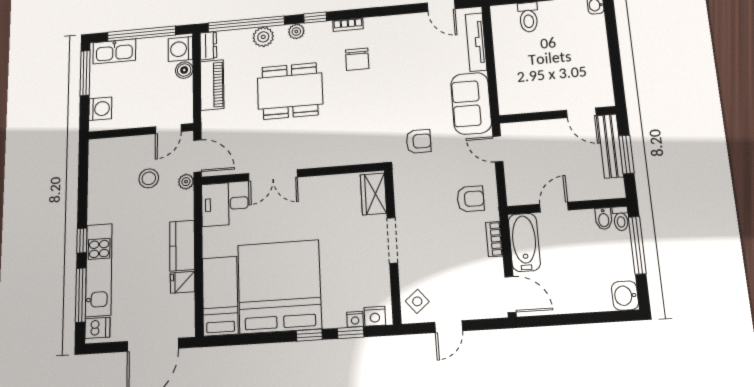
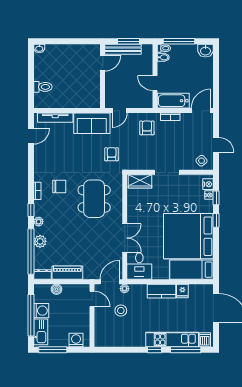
washing machine: (180, 49) -> (41, 311), moved, turned -90
dining table: (290, 91) -> (94, 199), moved

